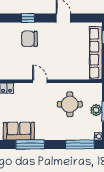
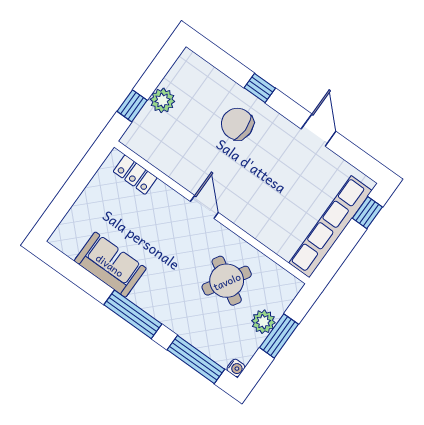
round table: (70, 104) -> (227, 281), turned 31
window: (30, 144) -> (133, 314), moved

